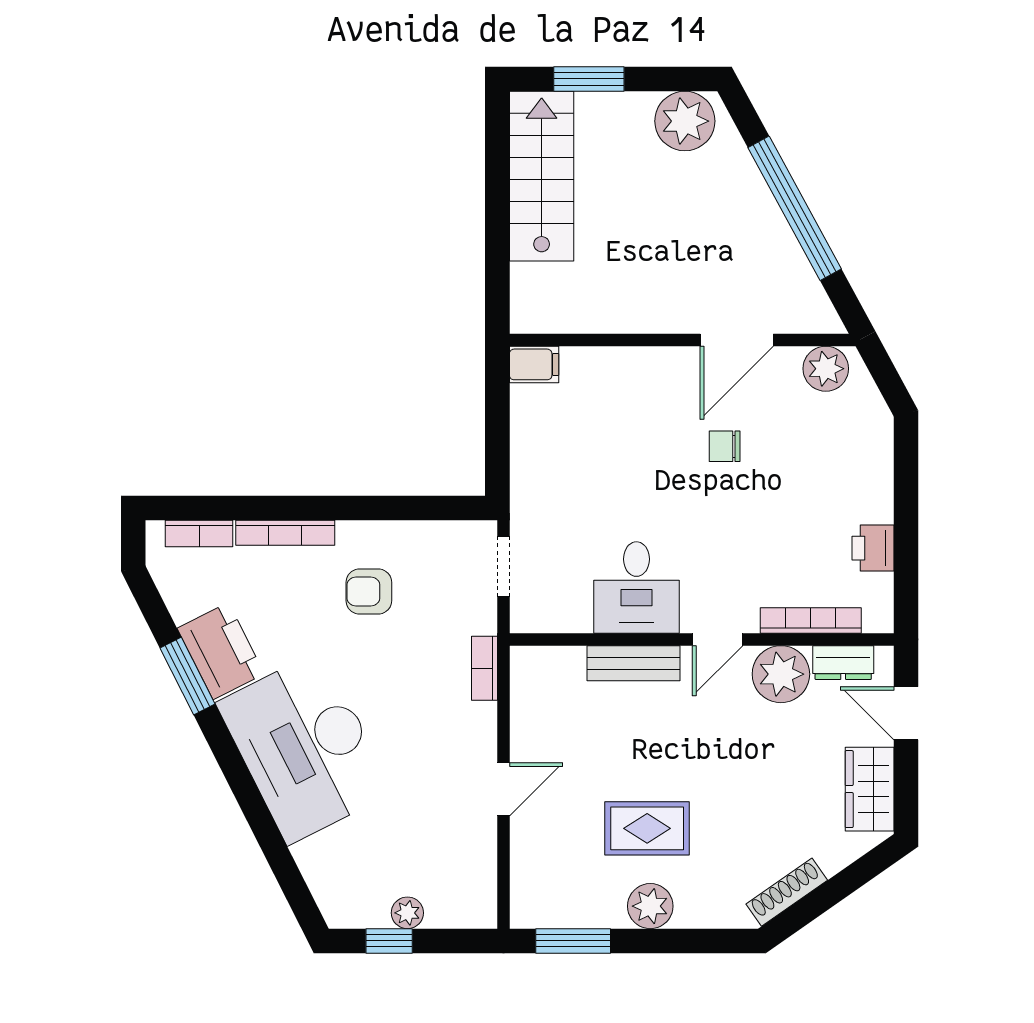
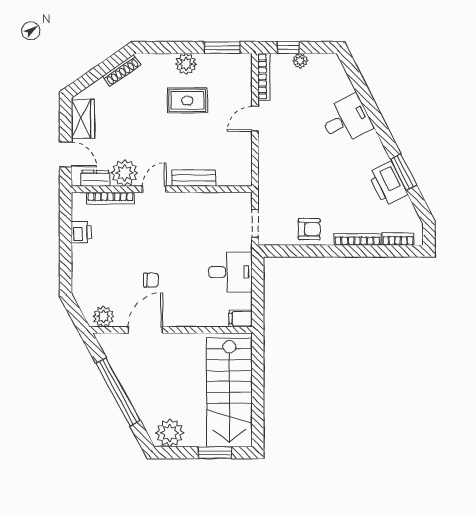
stairs: (542, 176) -> (229, 392), width x1.36, depth x1.51
desk: (636, 587) -> (231, 272), moved, turned 90
armchair: (369, 592) -> (309, 229), moved
bookcase: (485, 668) -> (264, 77), moved, width x1.56
desk: (305, 747) -> (346, 120), width x0.53, depth x0.77
window: (389, 941) -> (288, 48), moved

